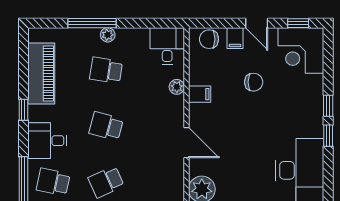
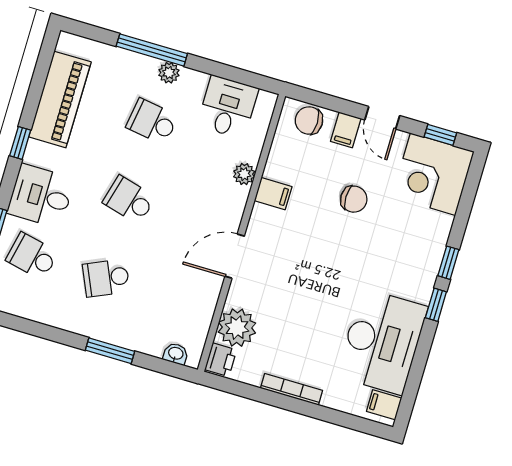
desk: (167, 46) -> (228, 107), moved
door: (186, 143) -> (235, 256), swing flipped

